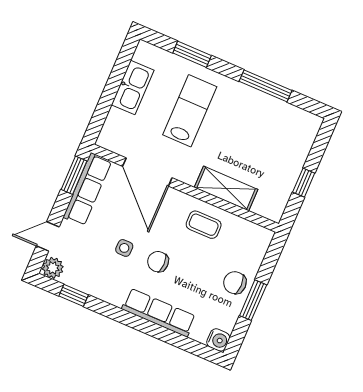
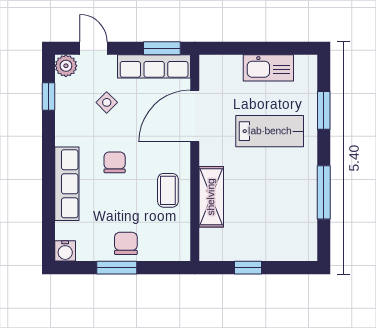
side table: (124, 248) -> (107, 102), moved, turned 45

